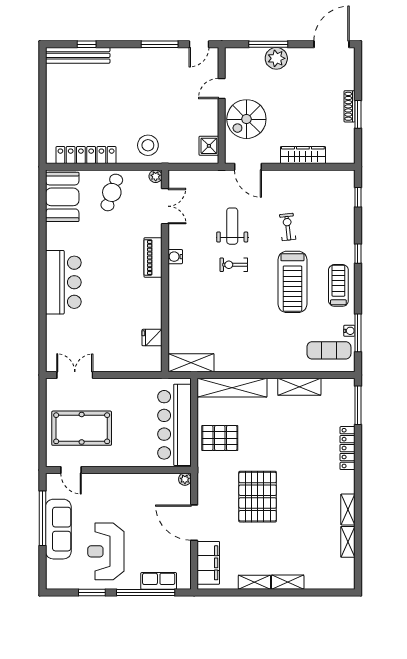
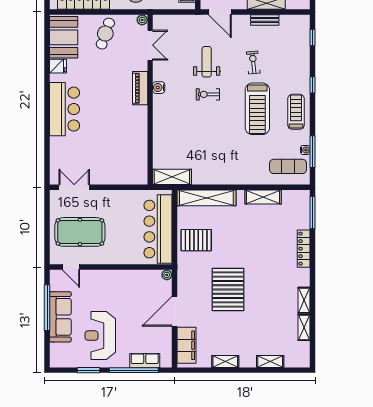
bench: (301, 176) -> (265, 20), added
fridge: (152, 338) -> (58, 66), moved, turned 180
door: (194, 523) -> (175, 311), hinge flipped
shelving: (288, 582) -> (270, 361), moved

